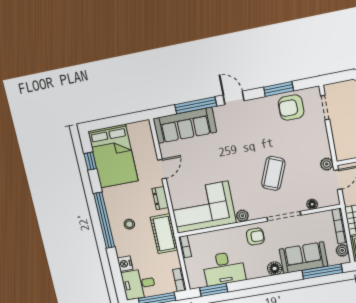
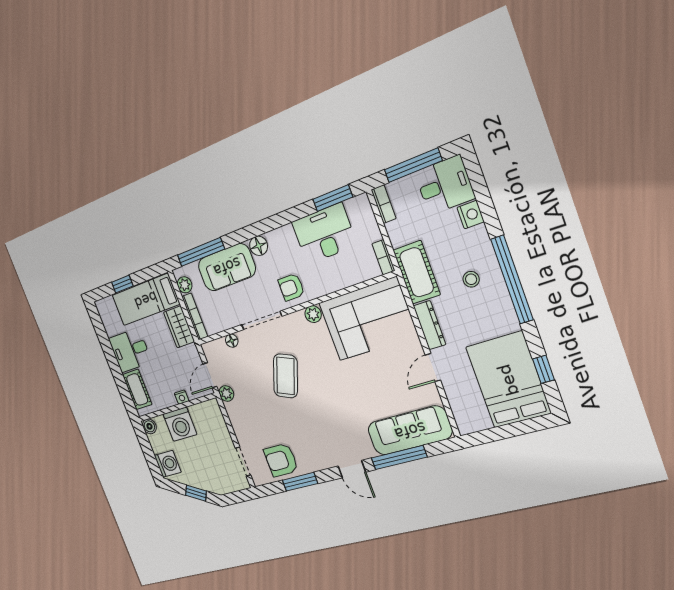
armchair: (291, 108) -> (281, 460), turned 180
dresser: (160, 198) -> (429, 325), width x1.44

